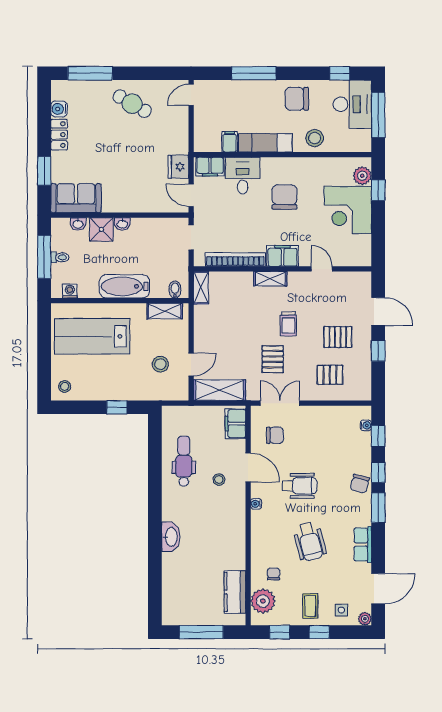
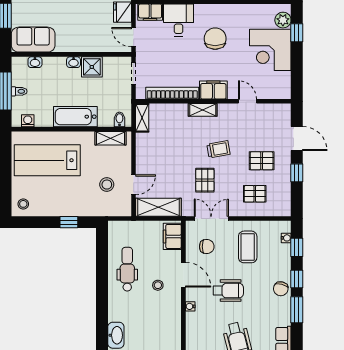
shower: (101, 229) -> (92, 67), moved
trolley: (288, 324) -> (218, 149), turned -100
coffee table: (322, 436) -> (248, 247), added

